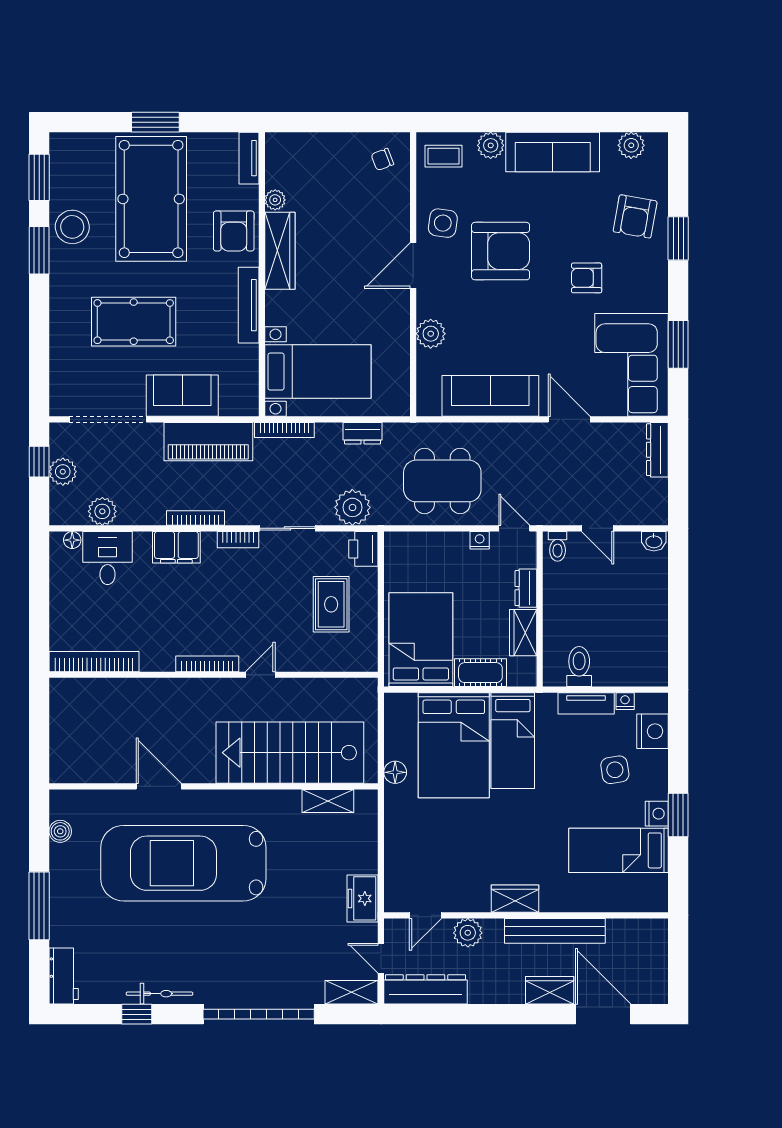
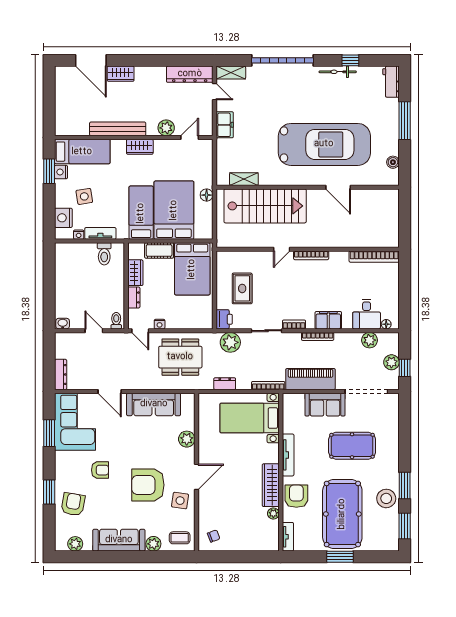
wardrobe: (515, 899) -> (140, 147), moved
door: (426, 915) -> (190, 137), moved
wall: (526, 915) -> (134, 137), moved
bench: (555, 931) -> (118, 129), moved
plant: (468, 933) -> (166, 128), moved

